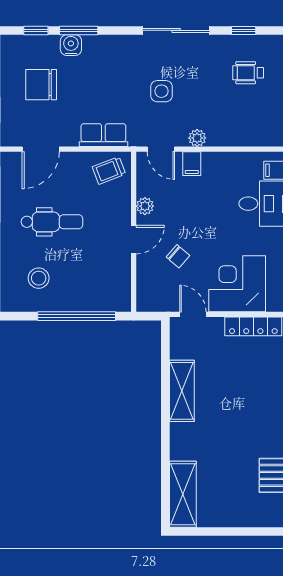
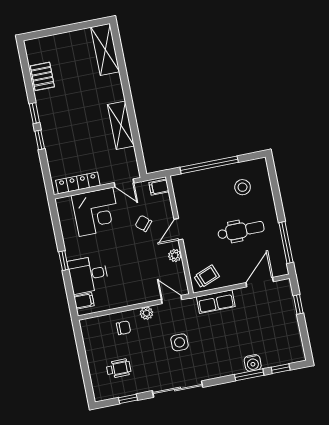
chair: (41, 85) -> (123, 328), moved, width x0.54, depth x0.54
filing cabinet: (192, 164) -> (159, 187), moved, turned -90
dental chair: (52, 222) -> (241, 230), turned 180

